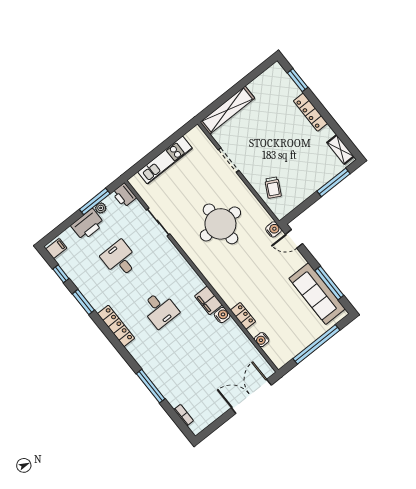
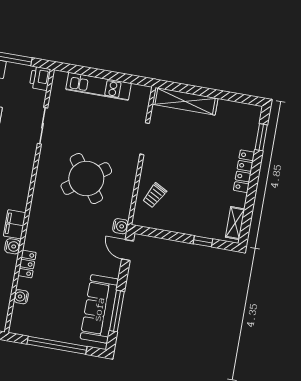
window: (334, 182) -> (203, 241), width x0.46
plant: (101, 208) -> (12, 68), removed
round table: (220, 224) -> (86, 179), turned -36

